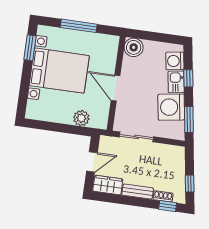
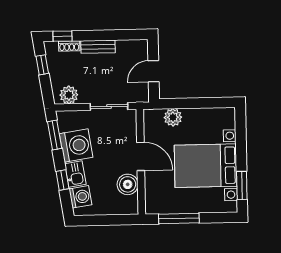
window: (79, 26) -> (179, 219), moved
boiler: (134, 47) -> (128, 184), moved
plant: (170, 153) -> (69, 95), added
wardrobe: (108, 185) -> (132, 49), removed

